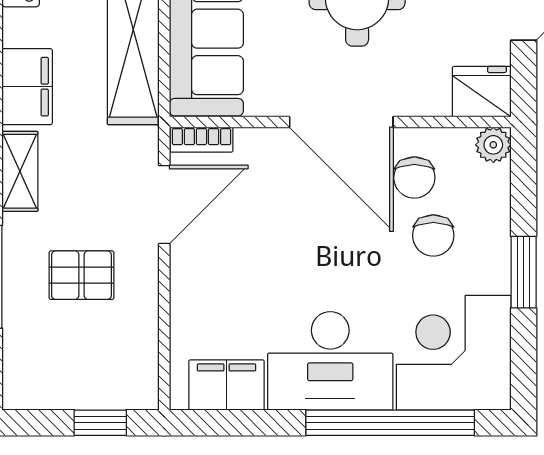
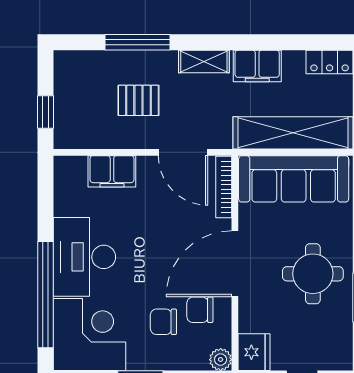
bookcase: (201, 140) -> (224, 187), width x1.56
pallet: (81, 275) -> (138, 100), turned 90
filing cabinet: (226, 385) -> (112, 171), moved, turned 90

